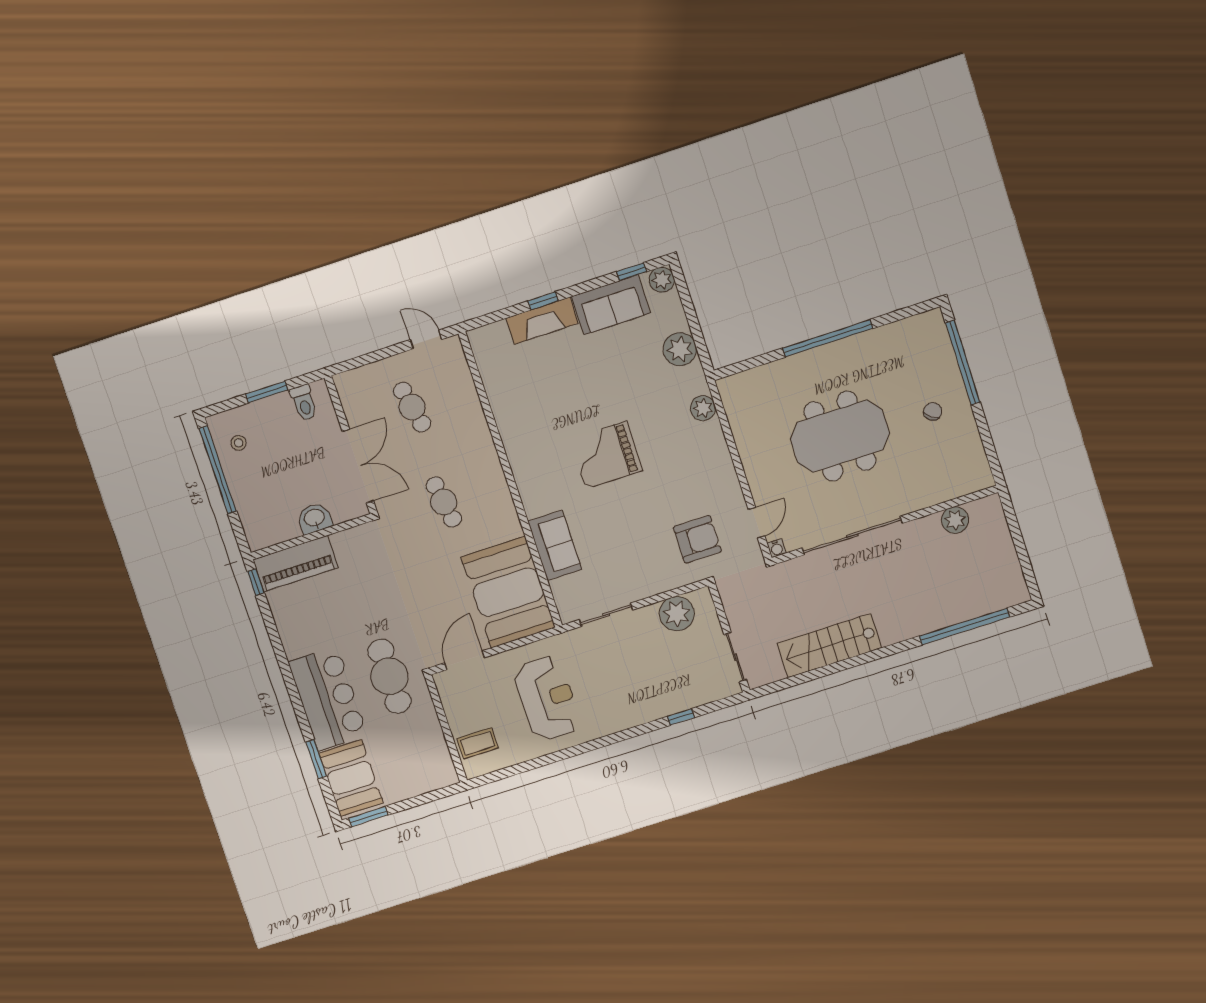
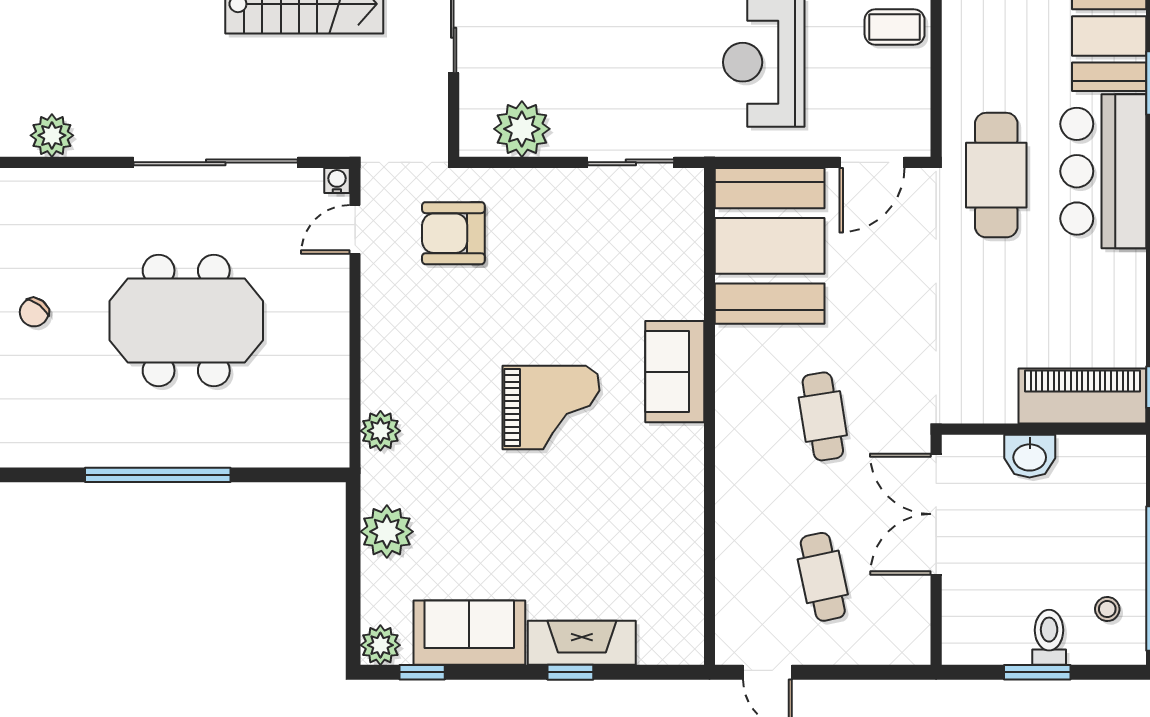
toilet: (304, 403) -> (1049, 637), moved
sofa: (555, 545) -> (675, 372), moved

